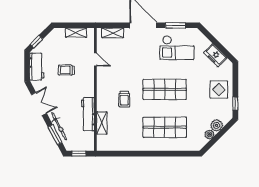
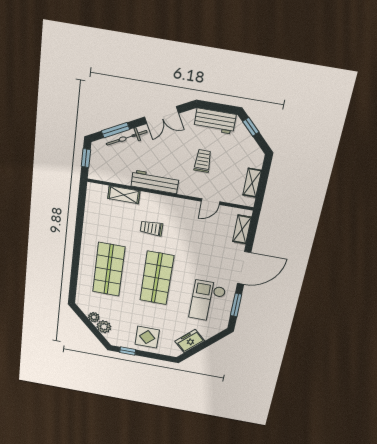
workbench: (88, 114) -> (155, 182), moved

